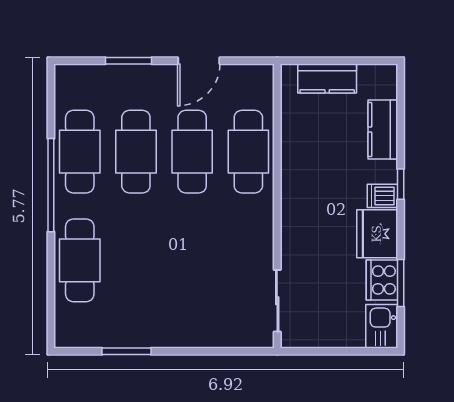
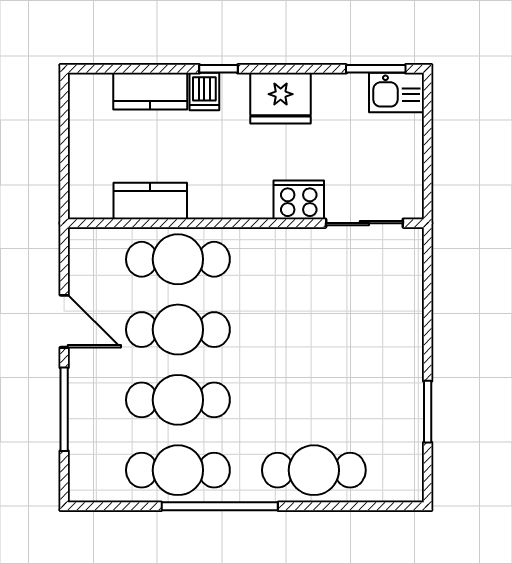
window: (128, 61) -> (64, 409), width x1.44
kitchen counter: (327, 78) -> (150, 201), moved, turned -90
dishwasher: (382, 196) -> (204, 92), moved
cooker: (382, 280) -> (299, 200), moved, turned 180
window: (401, 283) -> (376, 69), moved

